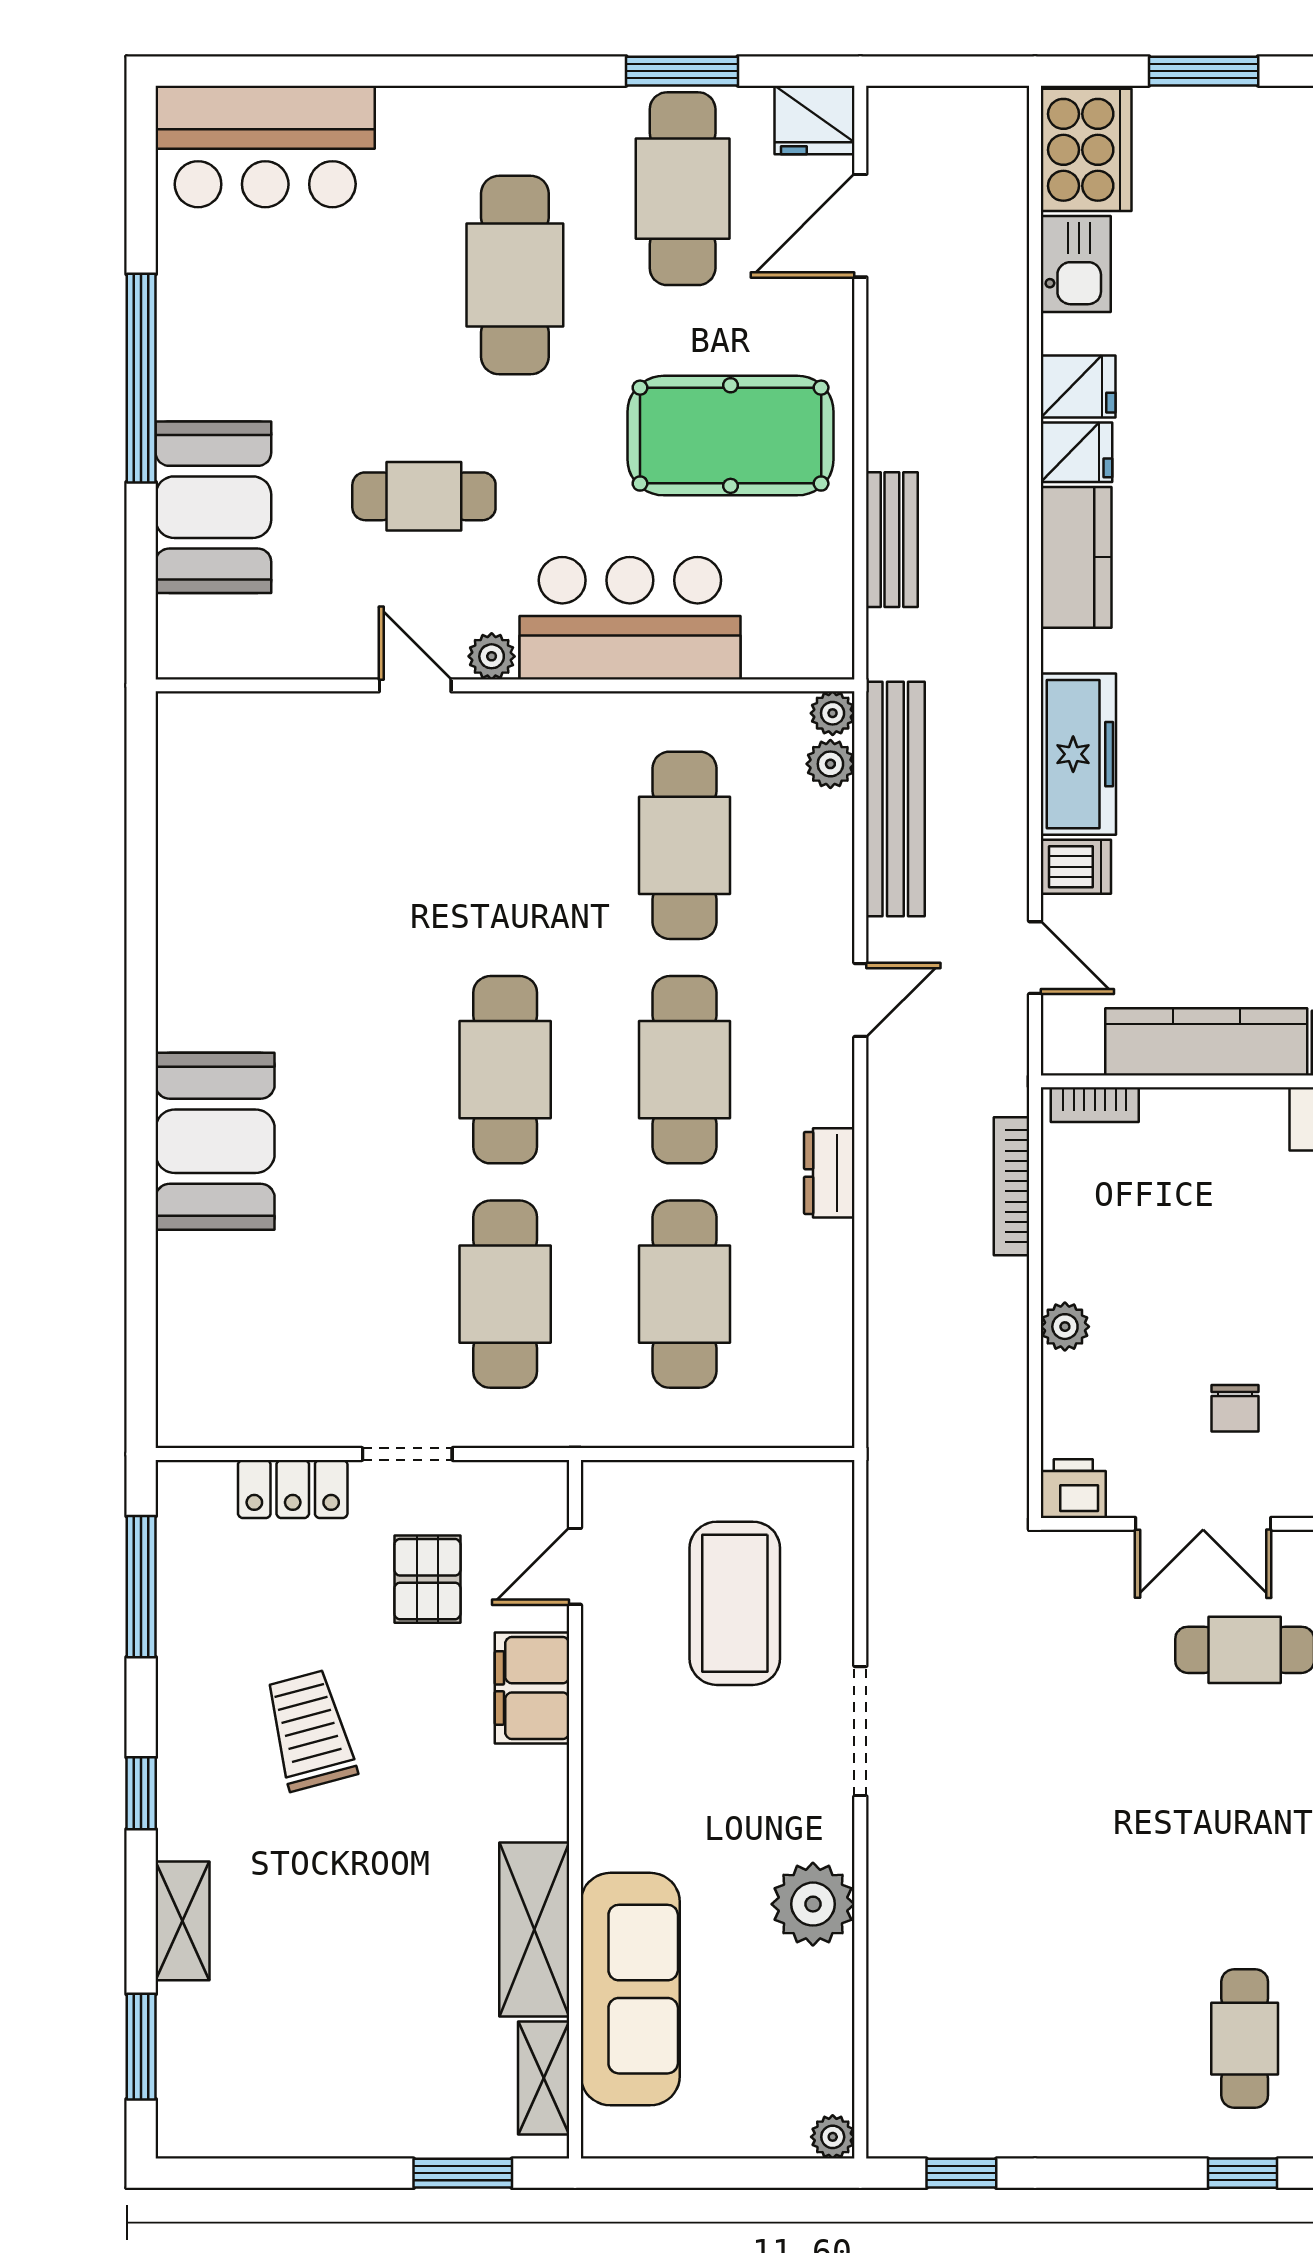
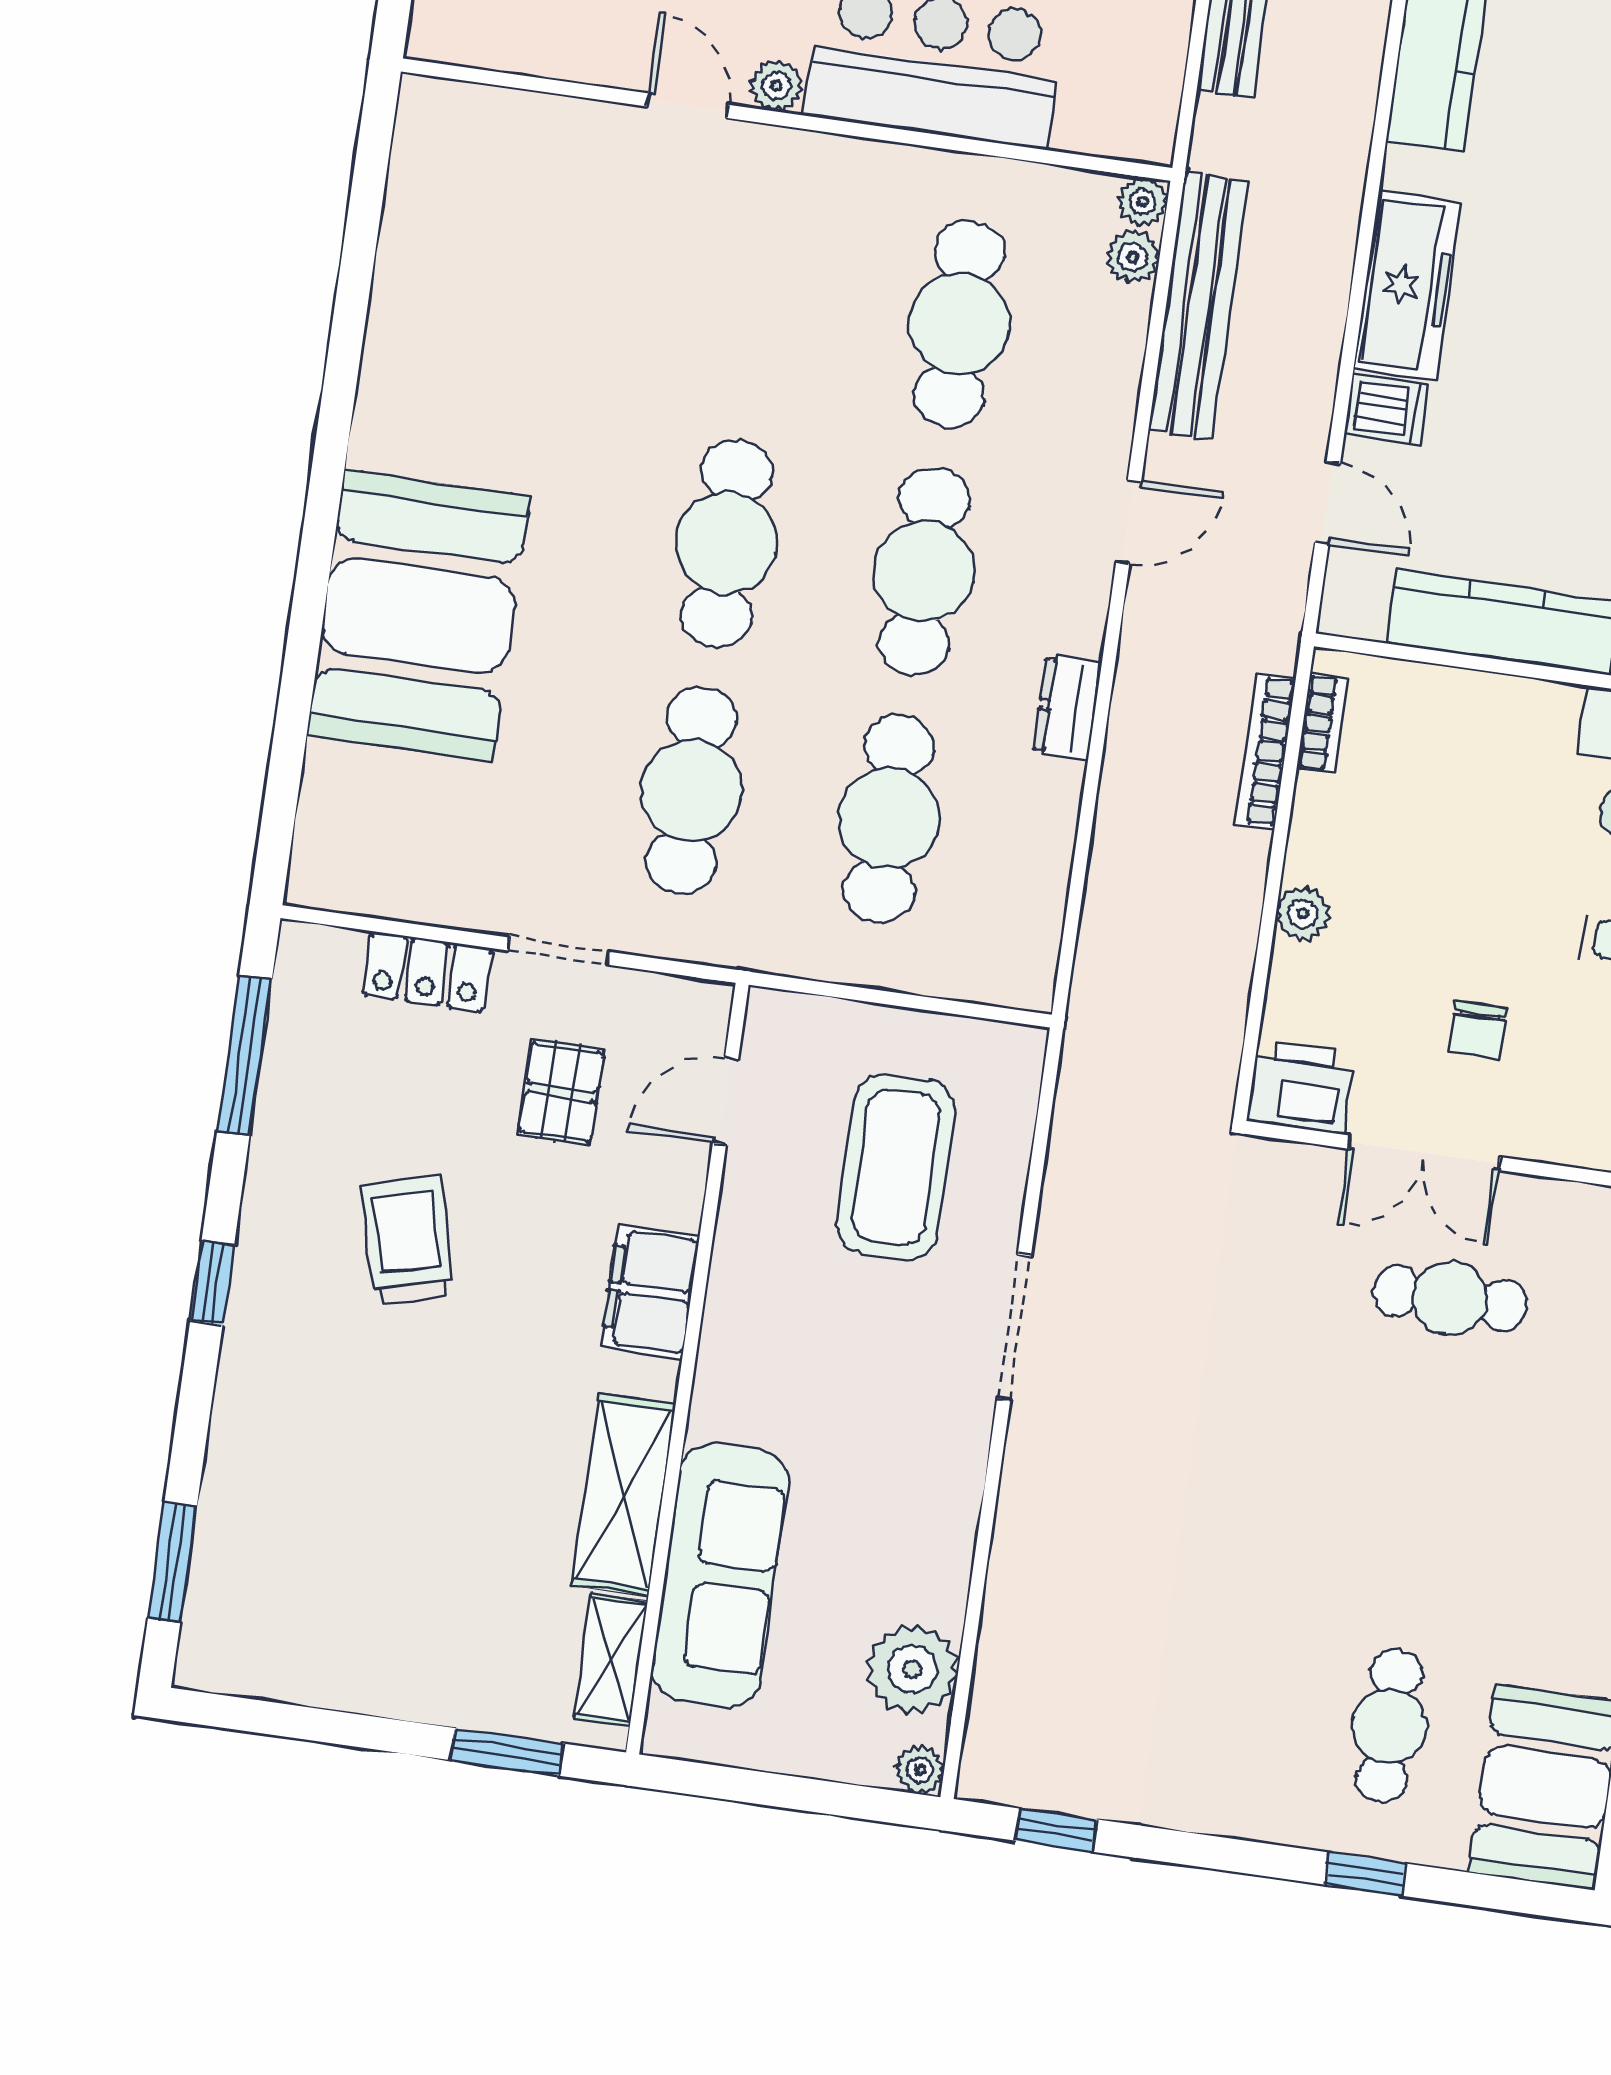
bookcase: (1095, 1105) -> (1322, 724), moved, turned -90
booth: (215, 1141) -> (418, 616), width x1.36, depth x1.42
printer: (1073, 1489) -> (1301, 1088), width x1.36, depth x1.24
filing cabinet: (532, 1688) -> (650, 1291), moved
plant: (813, 1904) -> (912, 1669), moved
shelving: (183, 1921) -> (238, 1430), removed

